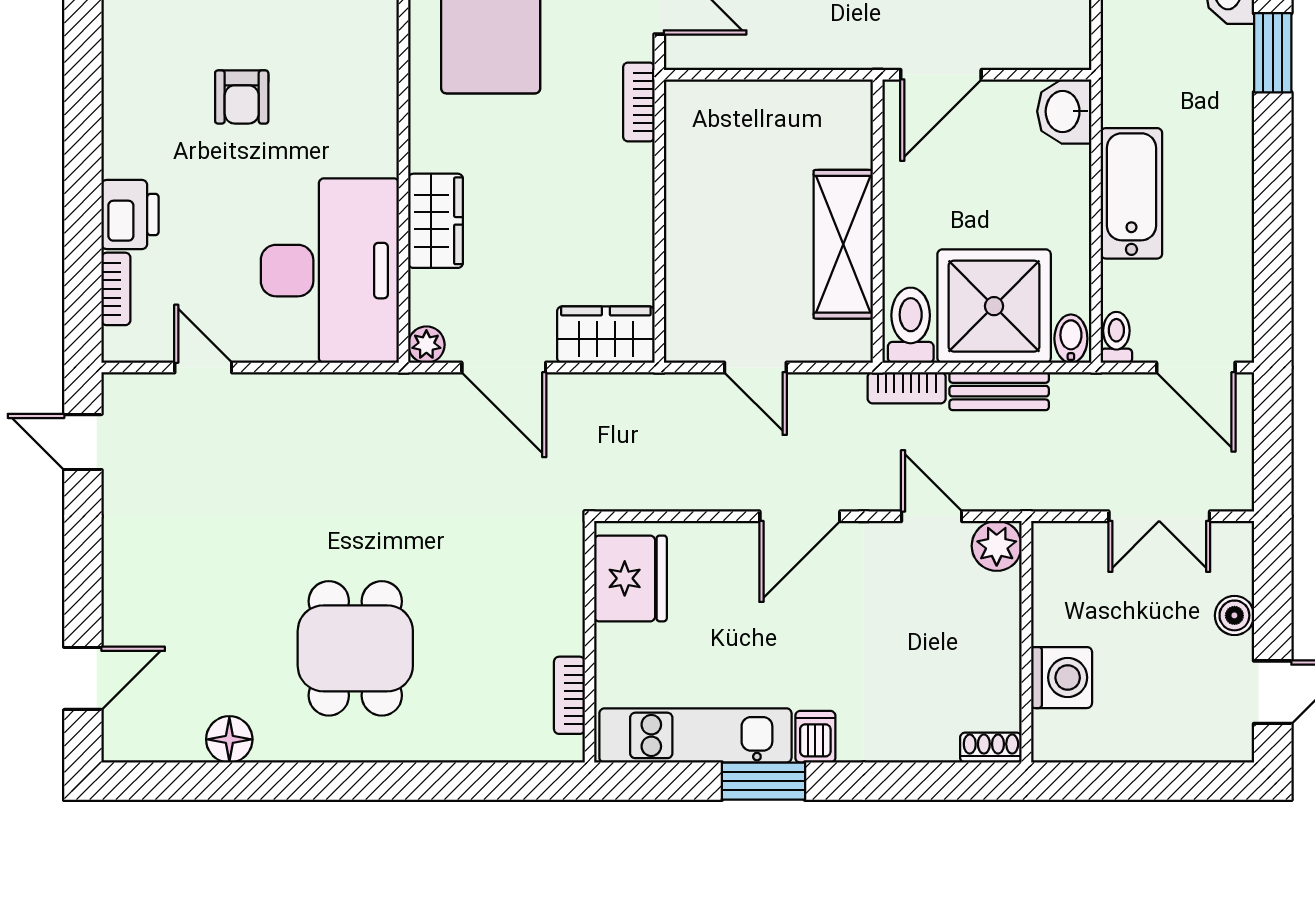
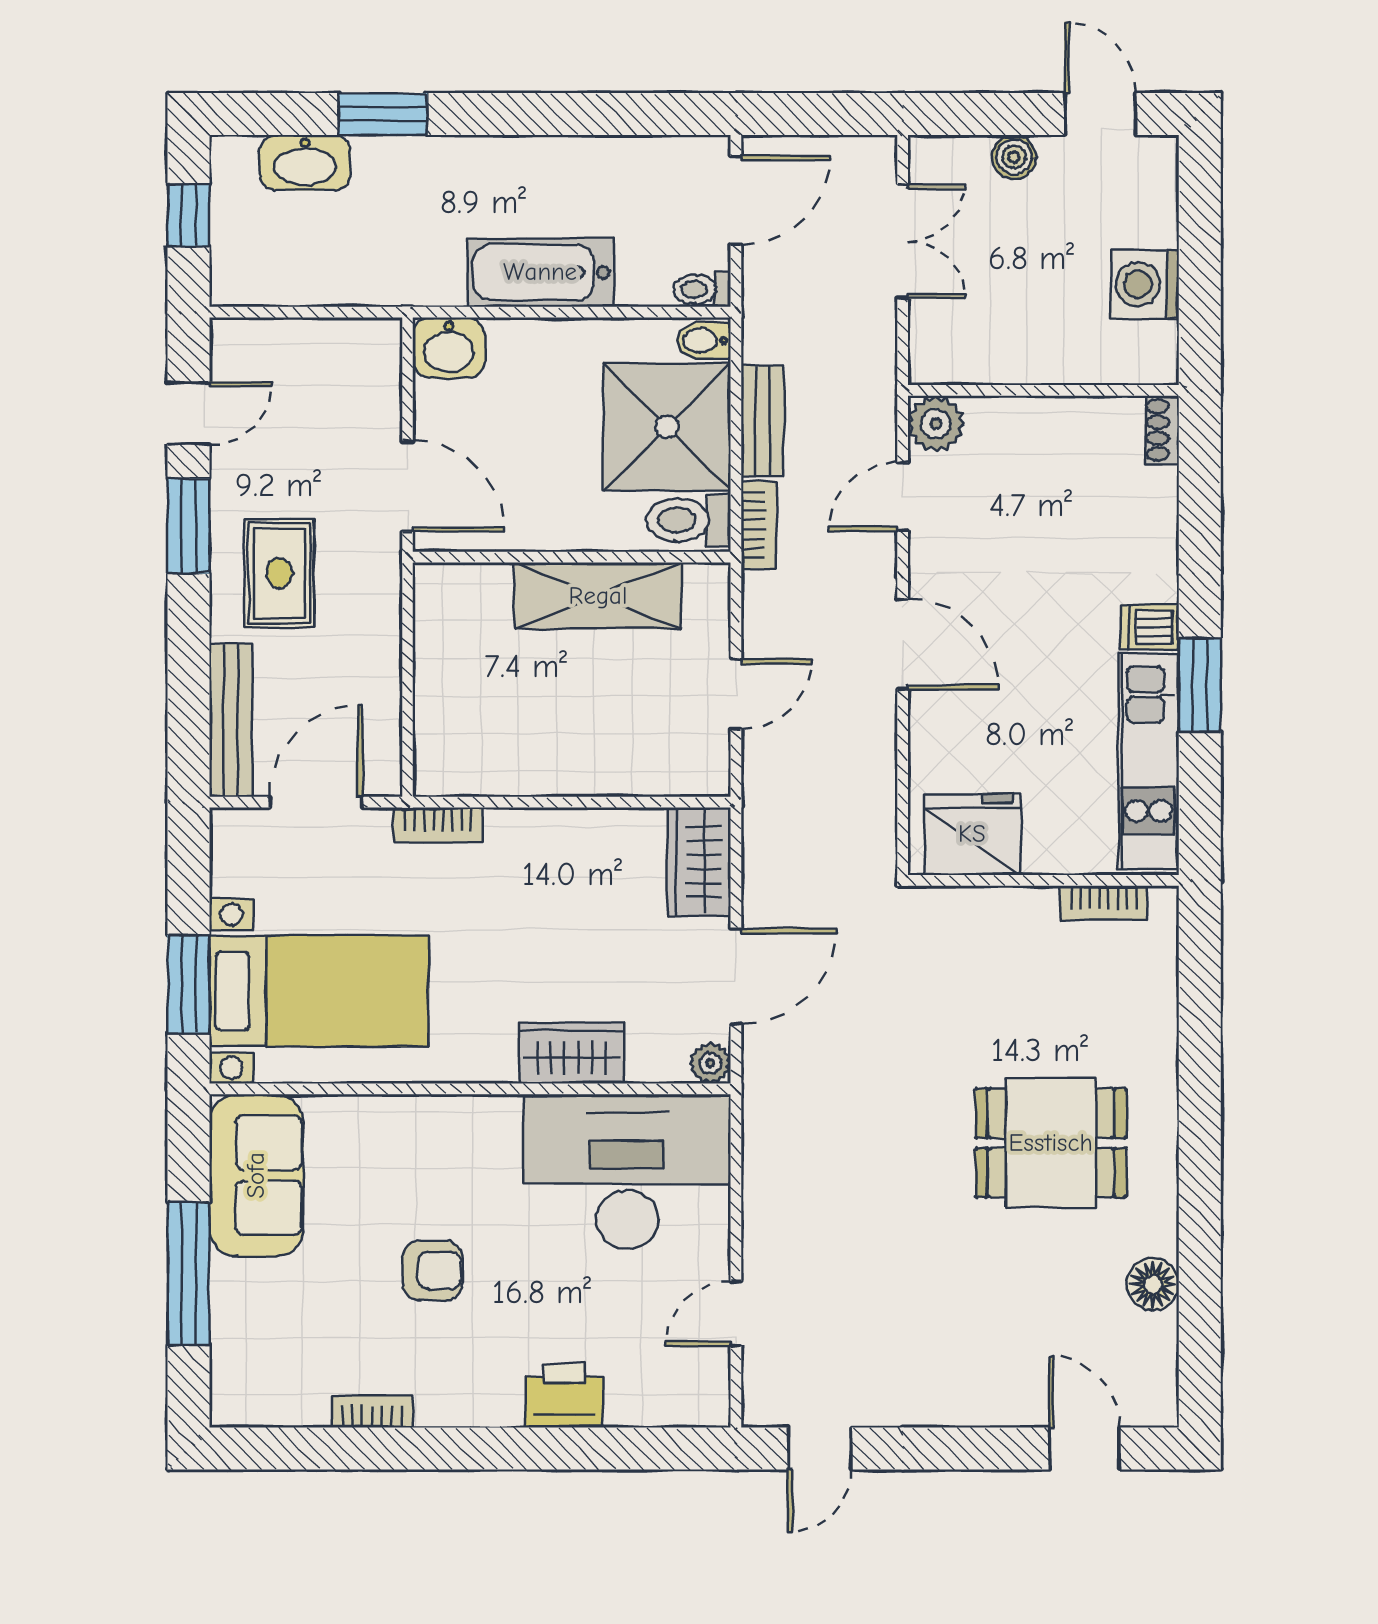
bookcase: (116, 289) -> (372, 1411), moved
washing machine: (1062, 678) -> (1145, 284), moved, turned -90

